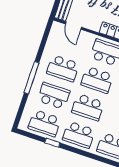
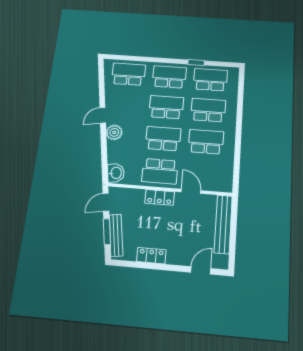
door: (74, 26) -> (191, 191), moved
window: (32, 78) -> (239, 123), removed
school desk: (54, 96) -> (208, 110), turned 180

